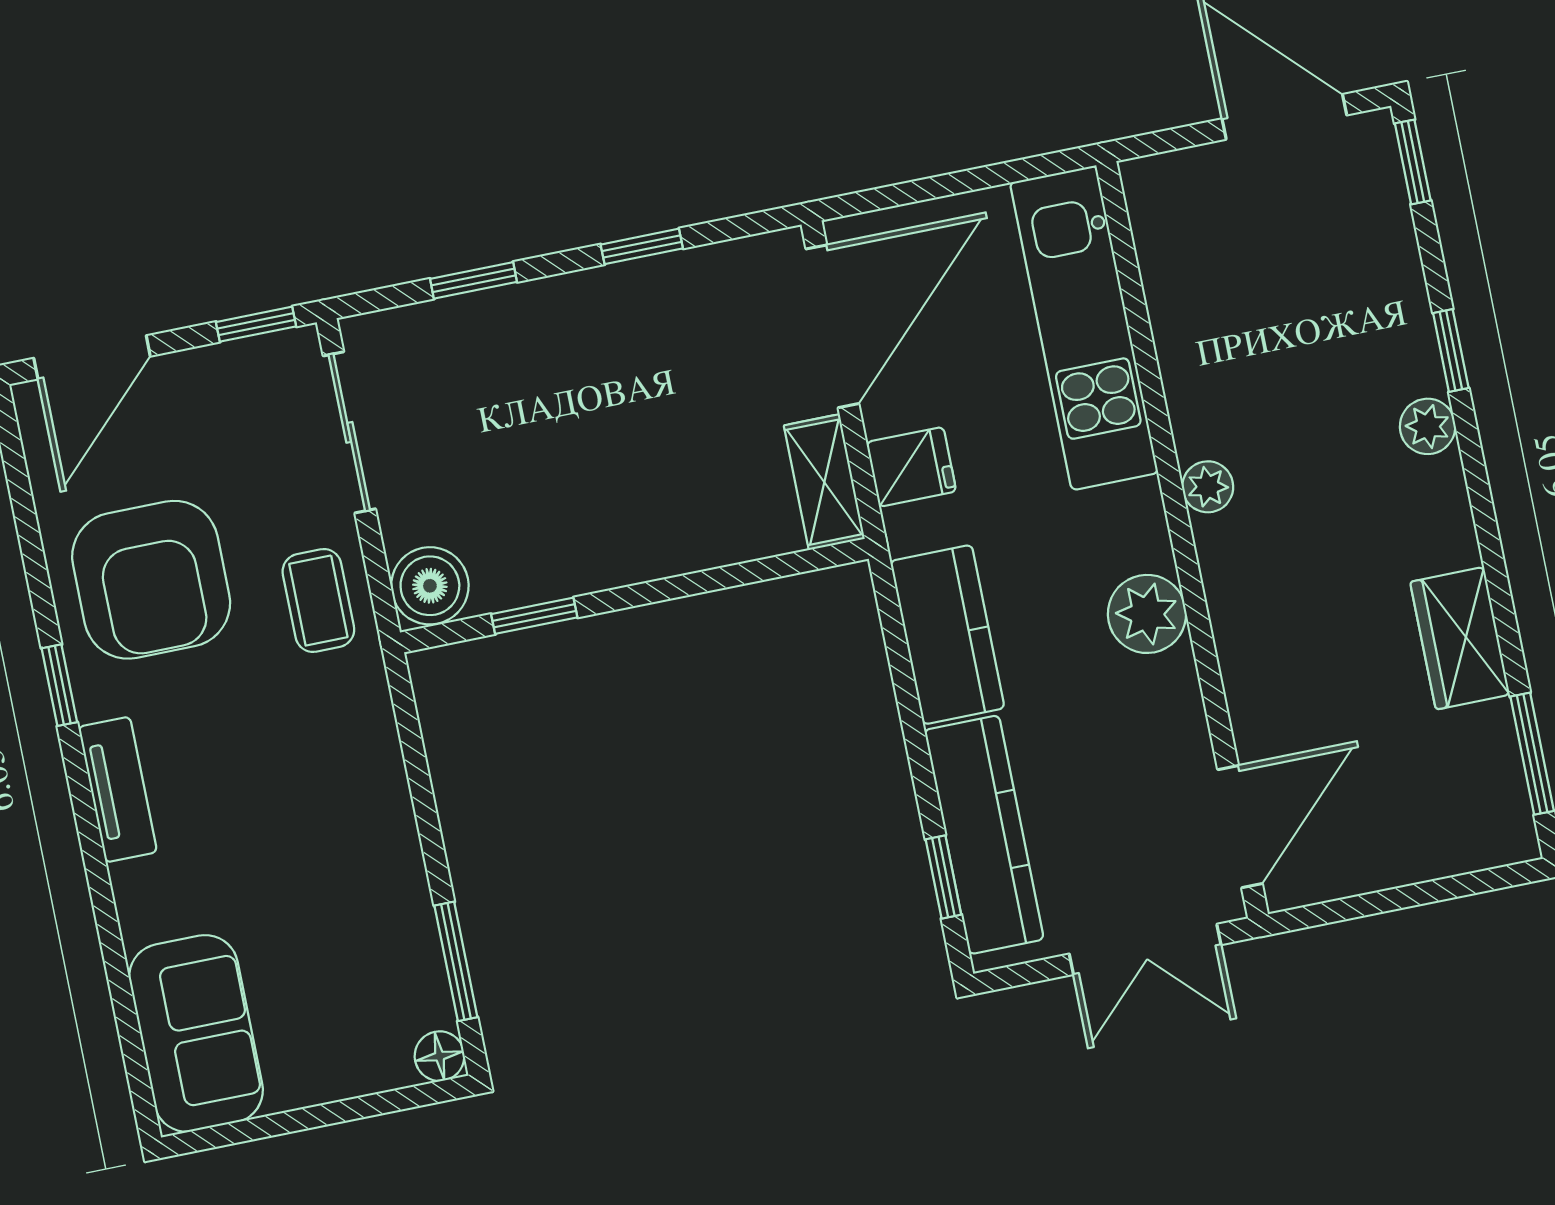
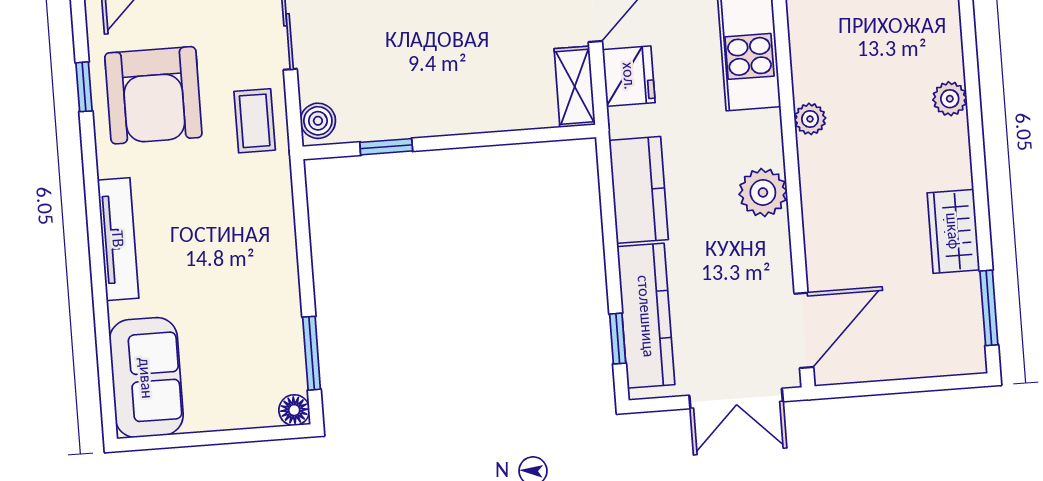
window: (1451, 350) -> (970, 54), removed
fridge: (911, 467) -> (629, 76), width x1.38
boiler: (430, 586) -> (318, 121), width x0.73, depth x0.73
window: (59, 685) -> (84, 87), moved
tv unit: (118, 789) -> (118, 239), width x1.41

